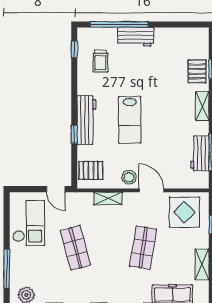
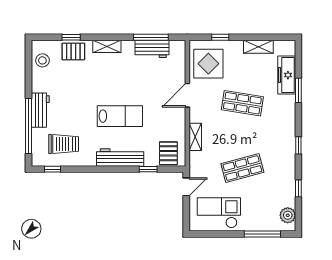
trolley: (101, 61) -> (64, 144), width x1.36, depth x1.39
window: (74, 134) -> (148, 169), moved
stool: (129, 177) -> (42, 60), moved

